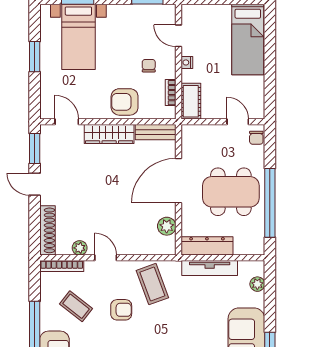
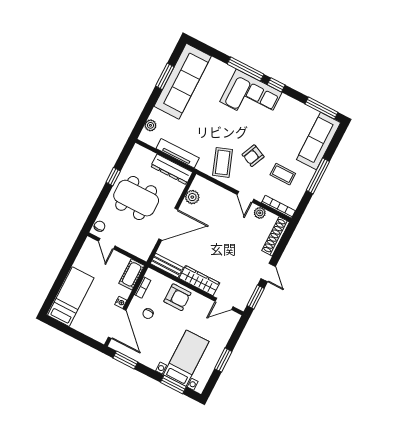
door: (178, 36) -> (117, 324), width x1.88
door: (67, 122) -> (224, 304), hinge flipped
window: (270, 203) -> (113, 177), width x0.32
coffee table: (76, 306) -> (283, 174), turned -38
armchair: (121, 310) -> (253, 156), turned -66

